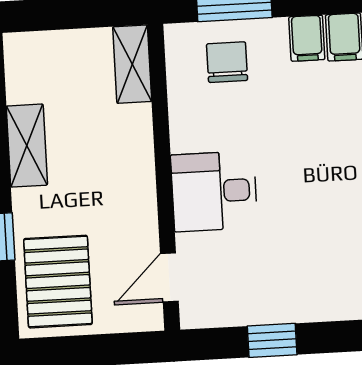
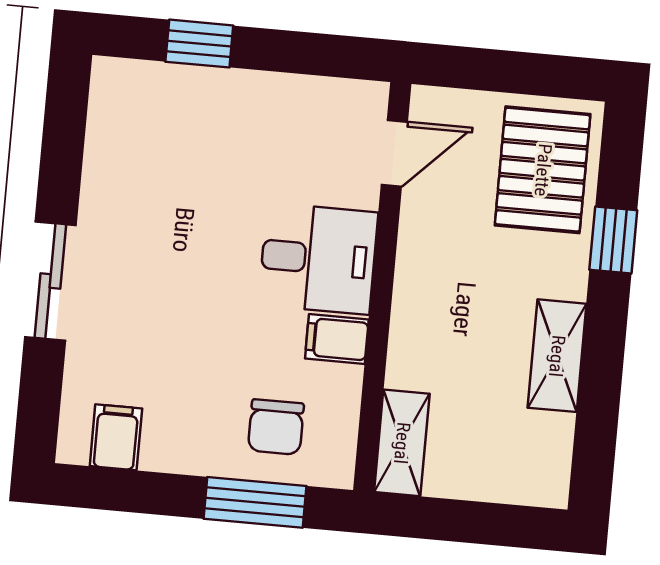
filing cabinet: (307, 38) -> (337, 339), moved, turned -90
window: (272, 340) -> (199, 44), moved

